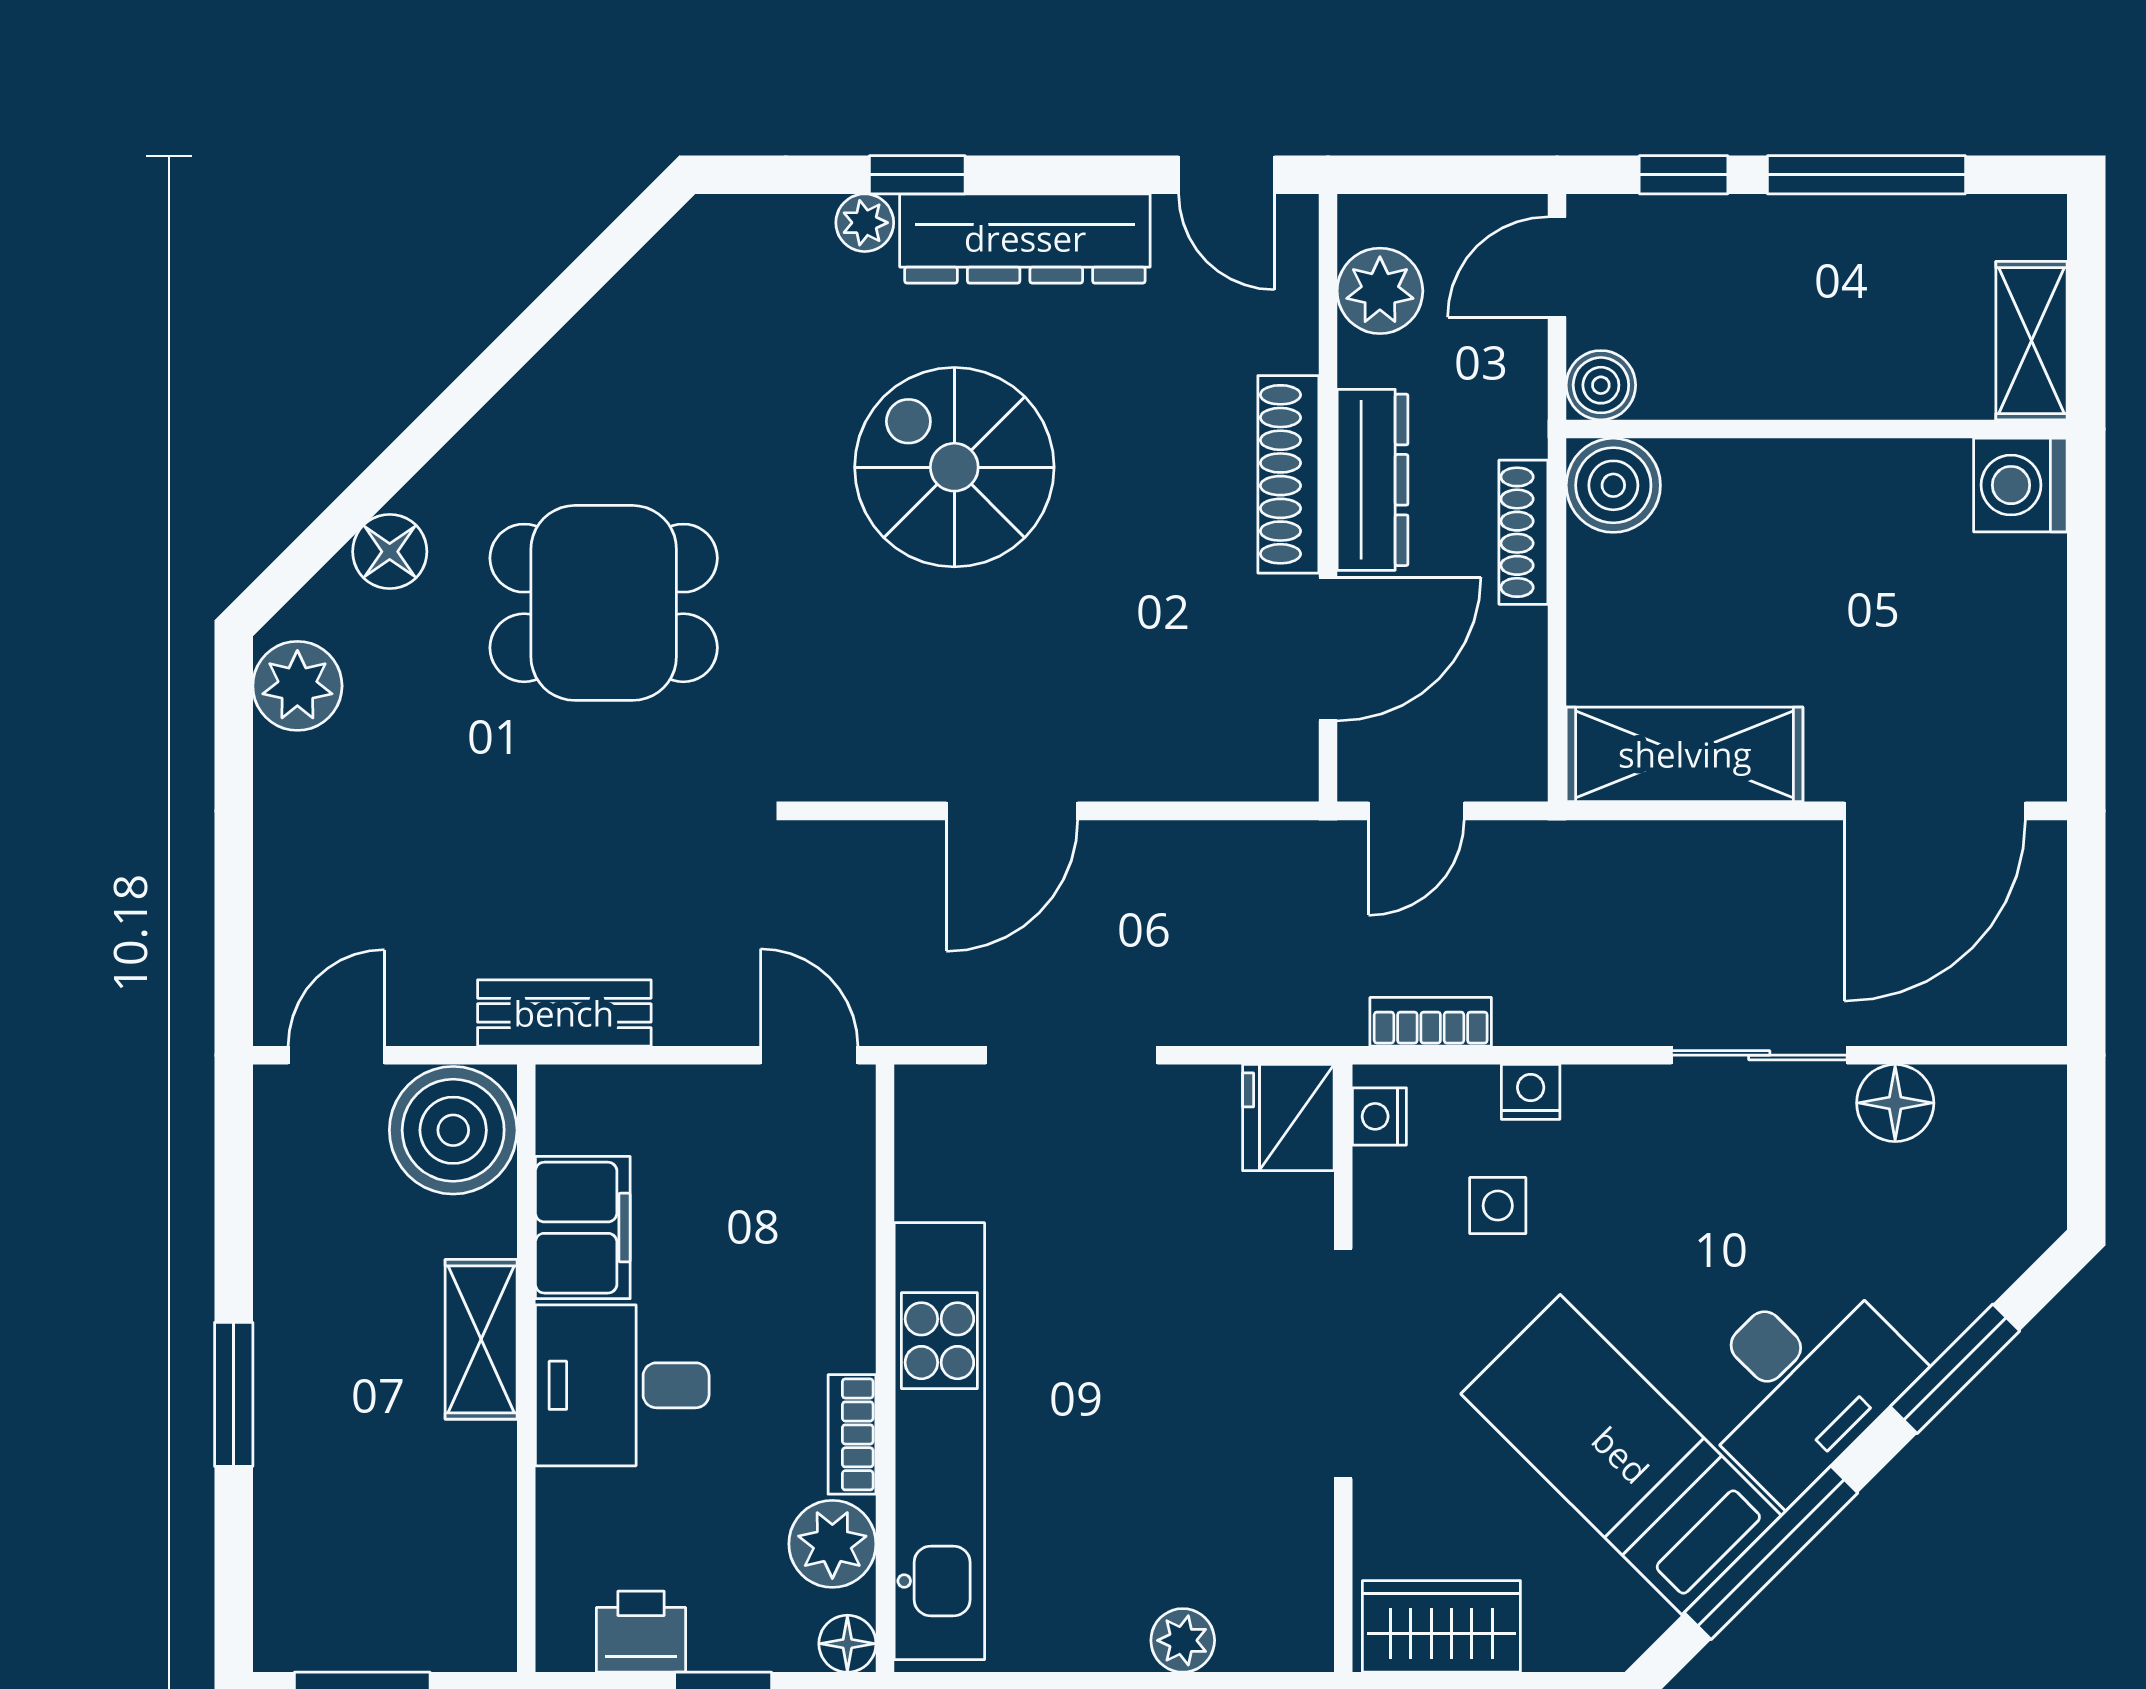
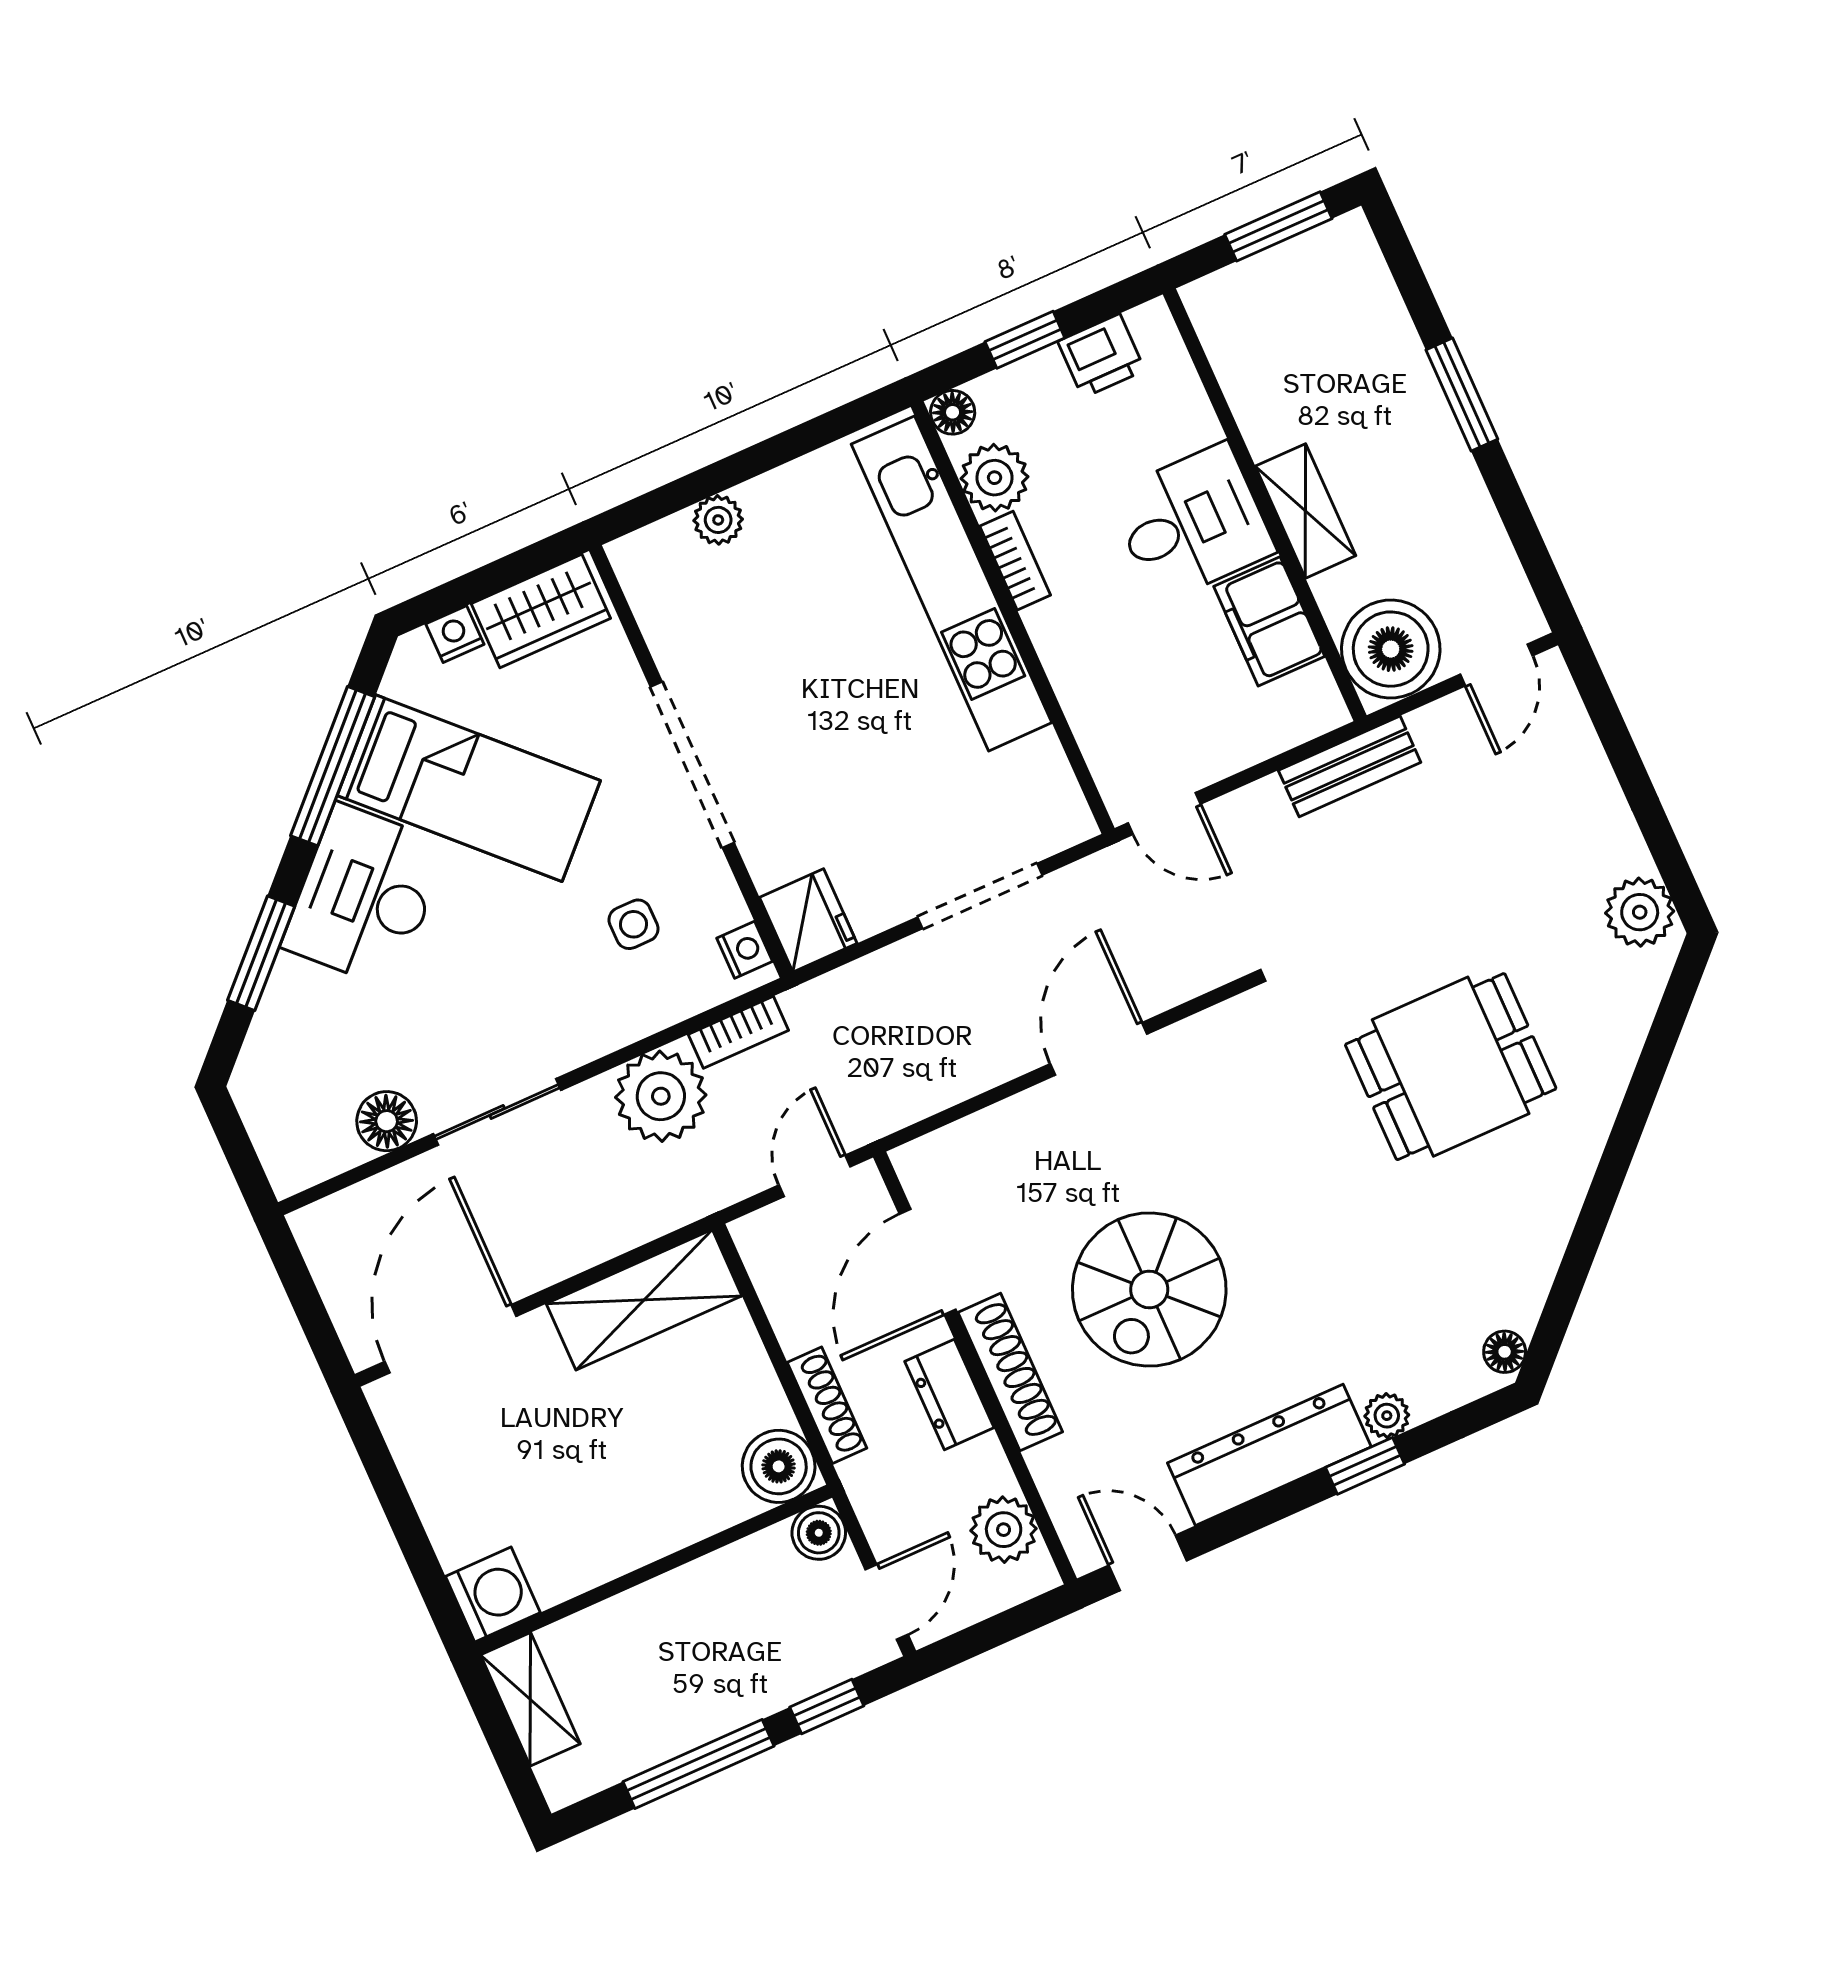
spiral stairs: (954, 467) -> (1149, 1290), moved, turned 90
dresser: (1373, 480) -> (949, 1395), width x0.70
floor lamp: (390, 552) -> (1505, 1352), moved, width x0.73, depth x0.73
plant: (1557, 987) -> (661, 1096), added
nightstand: (1531, 1092) -> (455, 634), moved, turned 180

